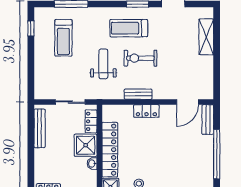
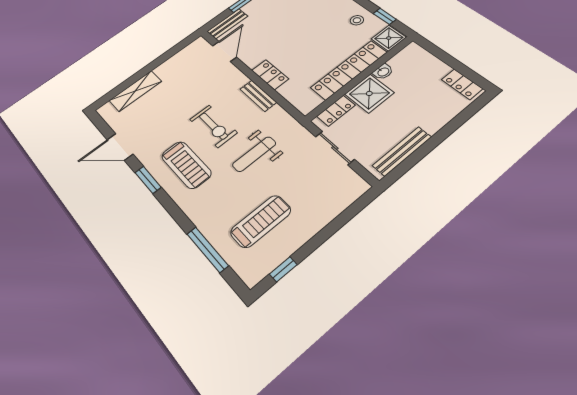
door: (187, 102) -> (225, 51), hinge flipped

